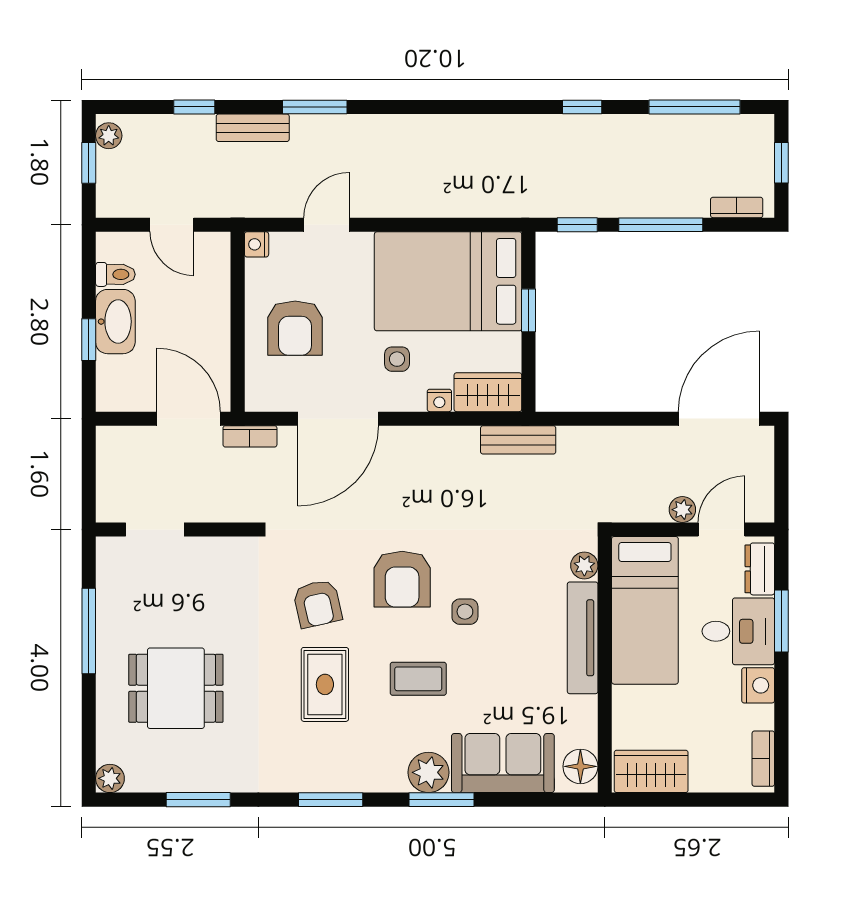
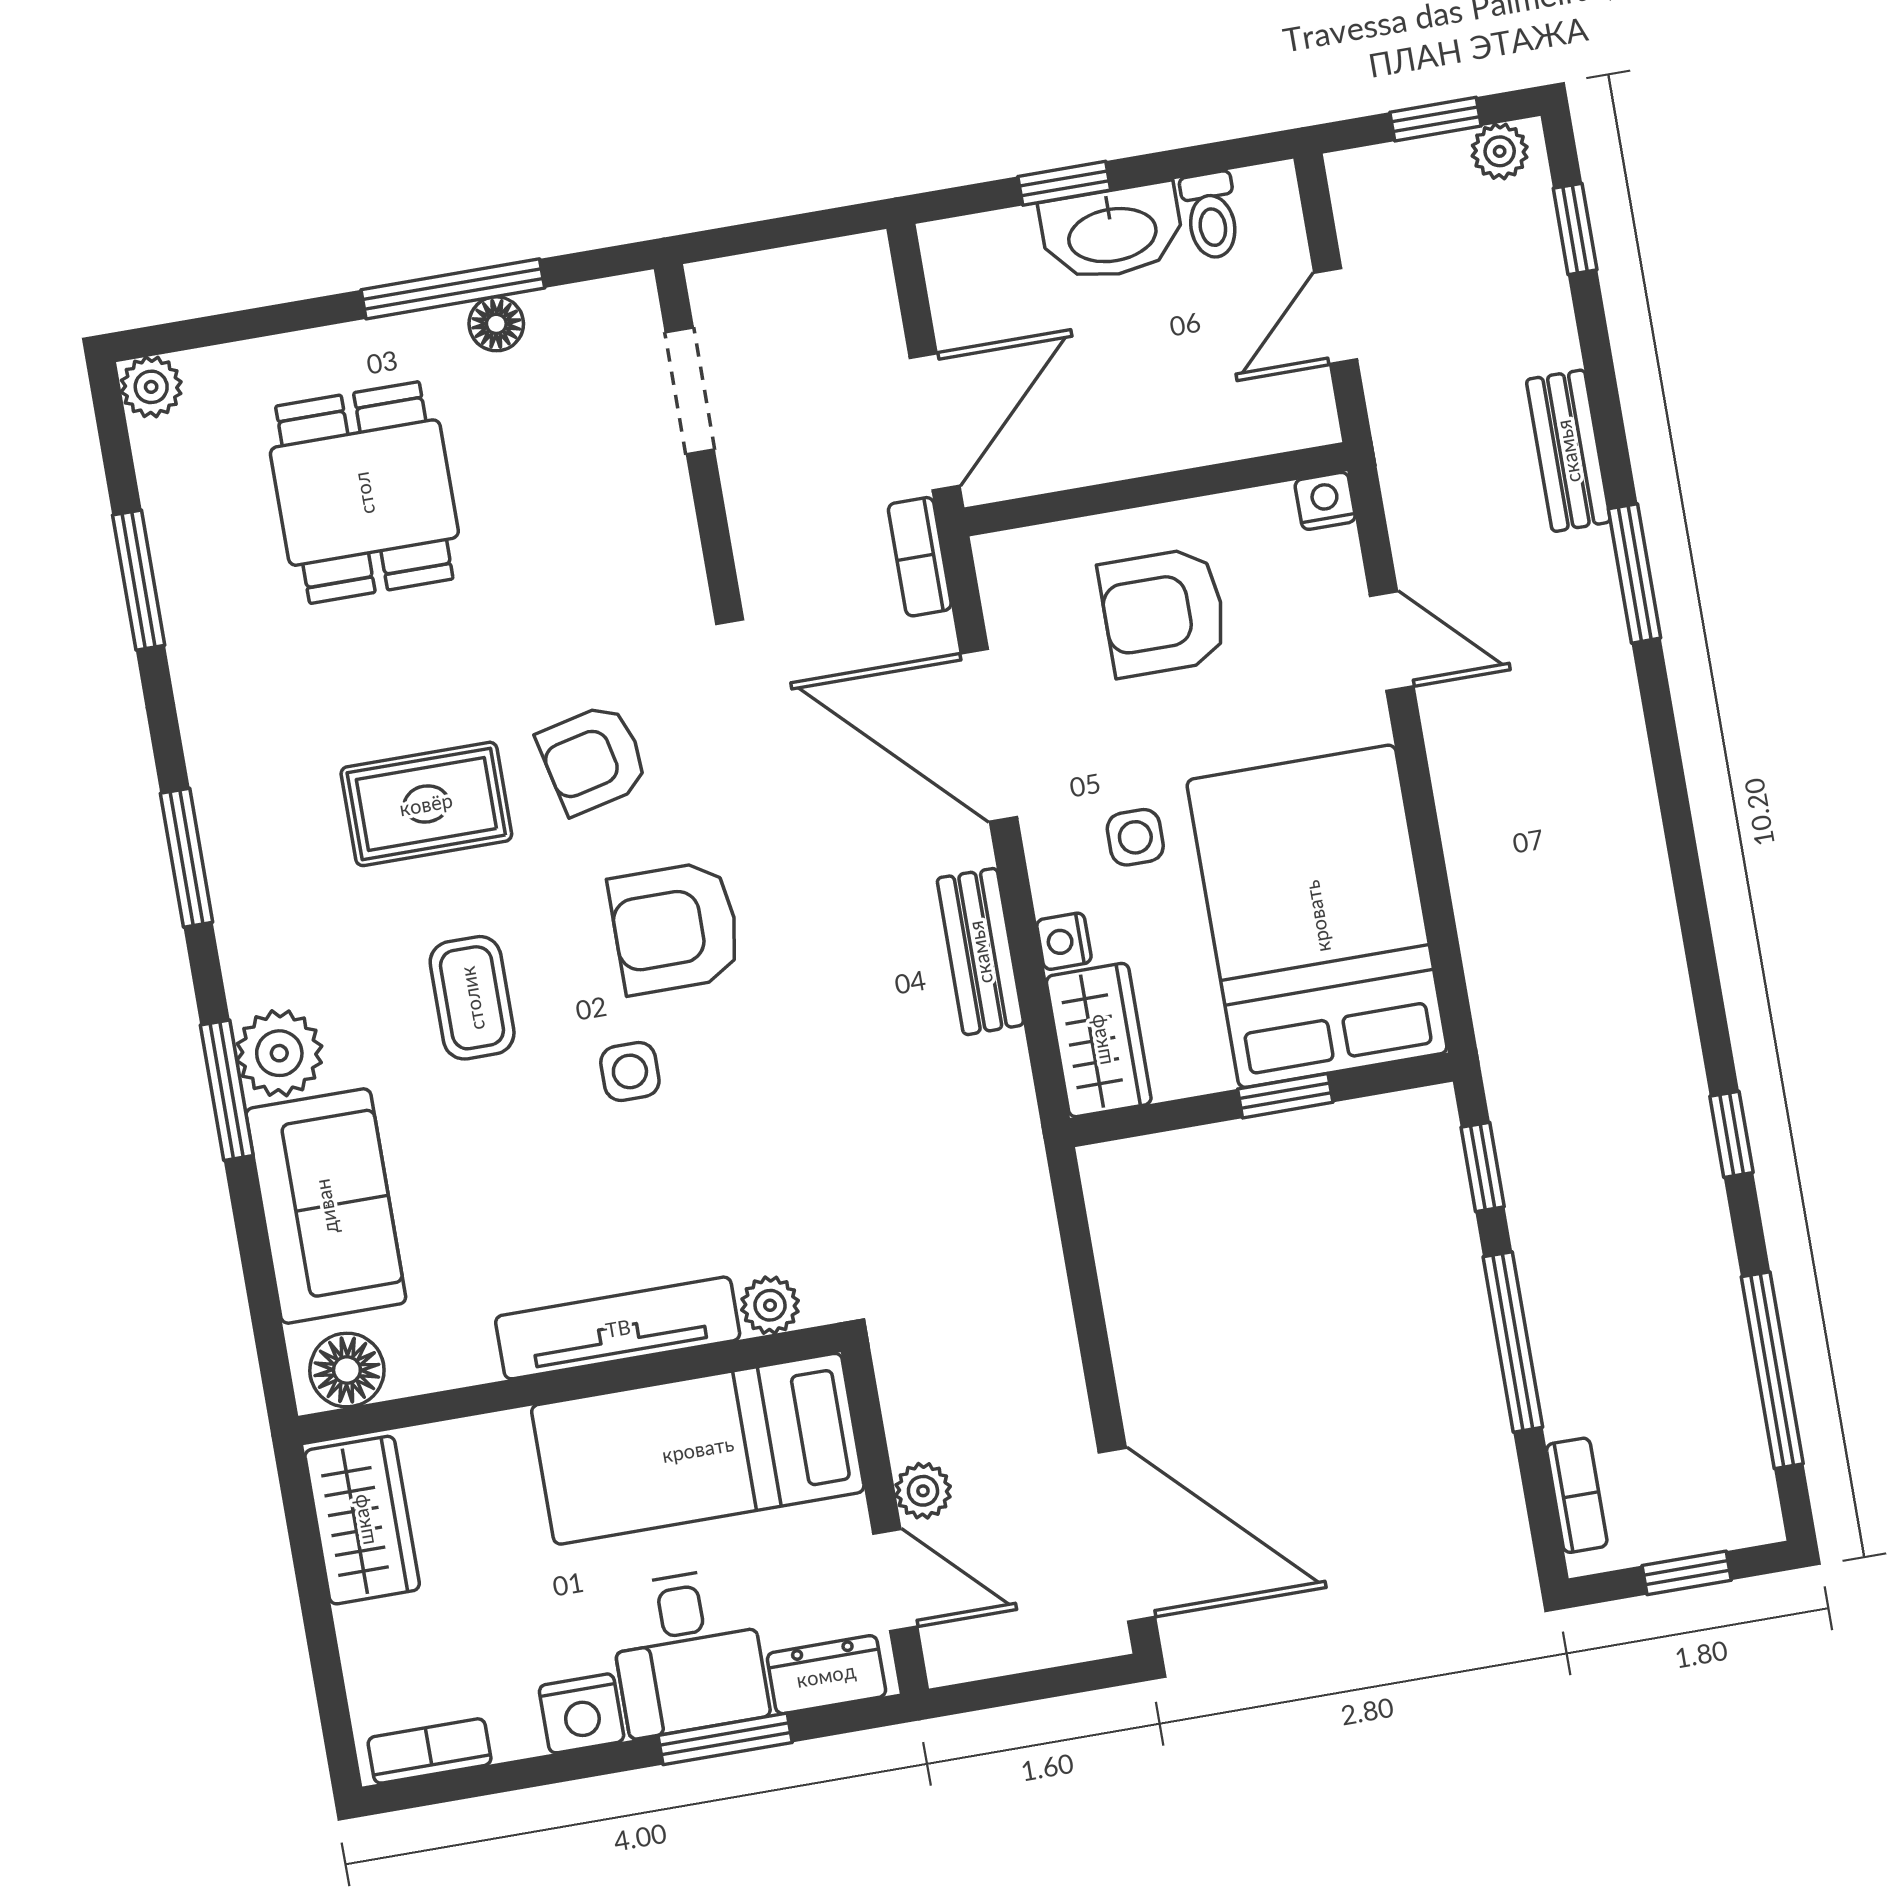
window: (194, 107) -> (1575, 229), moved
bench: (518, 440) -> (980, 952), moved
floor lamp: (108, 614) -> (496, 324), added

